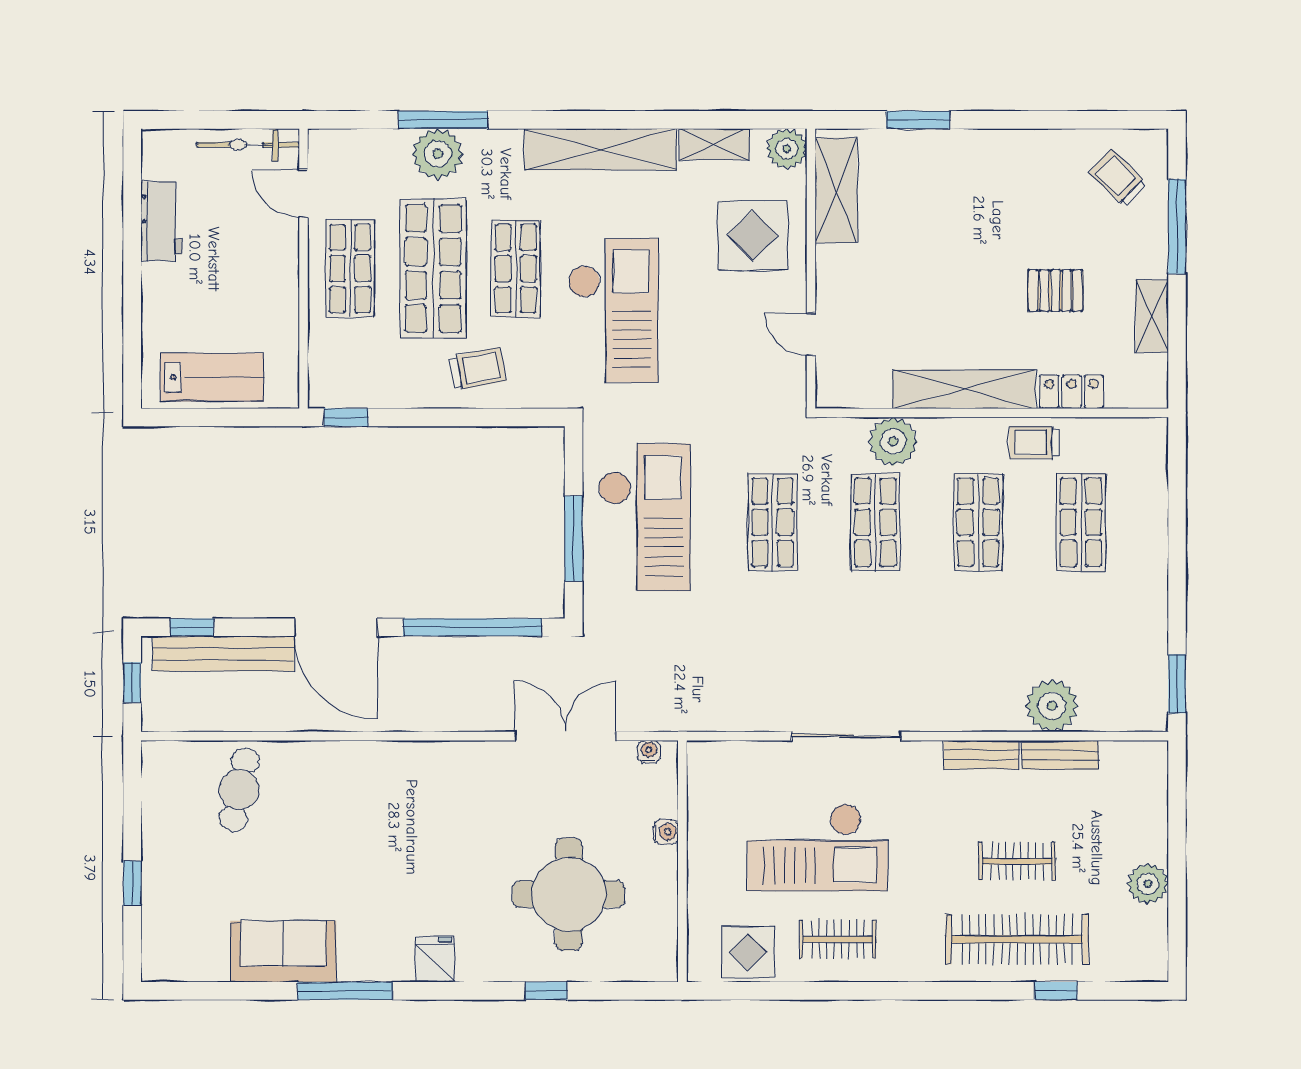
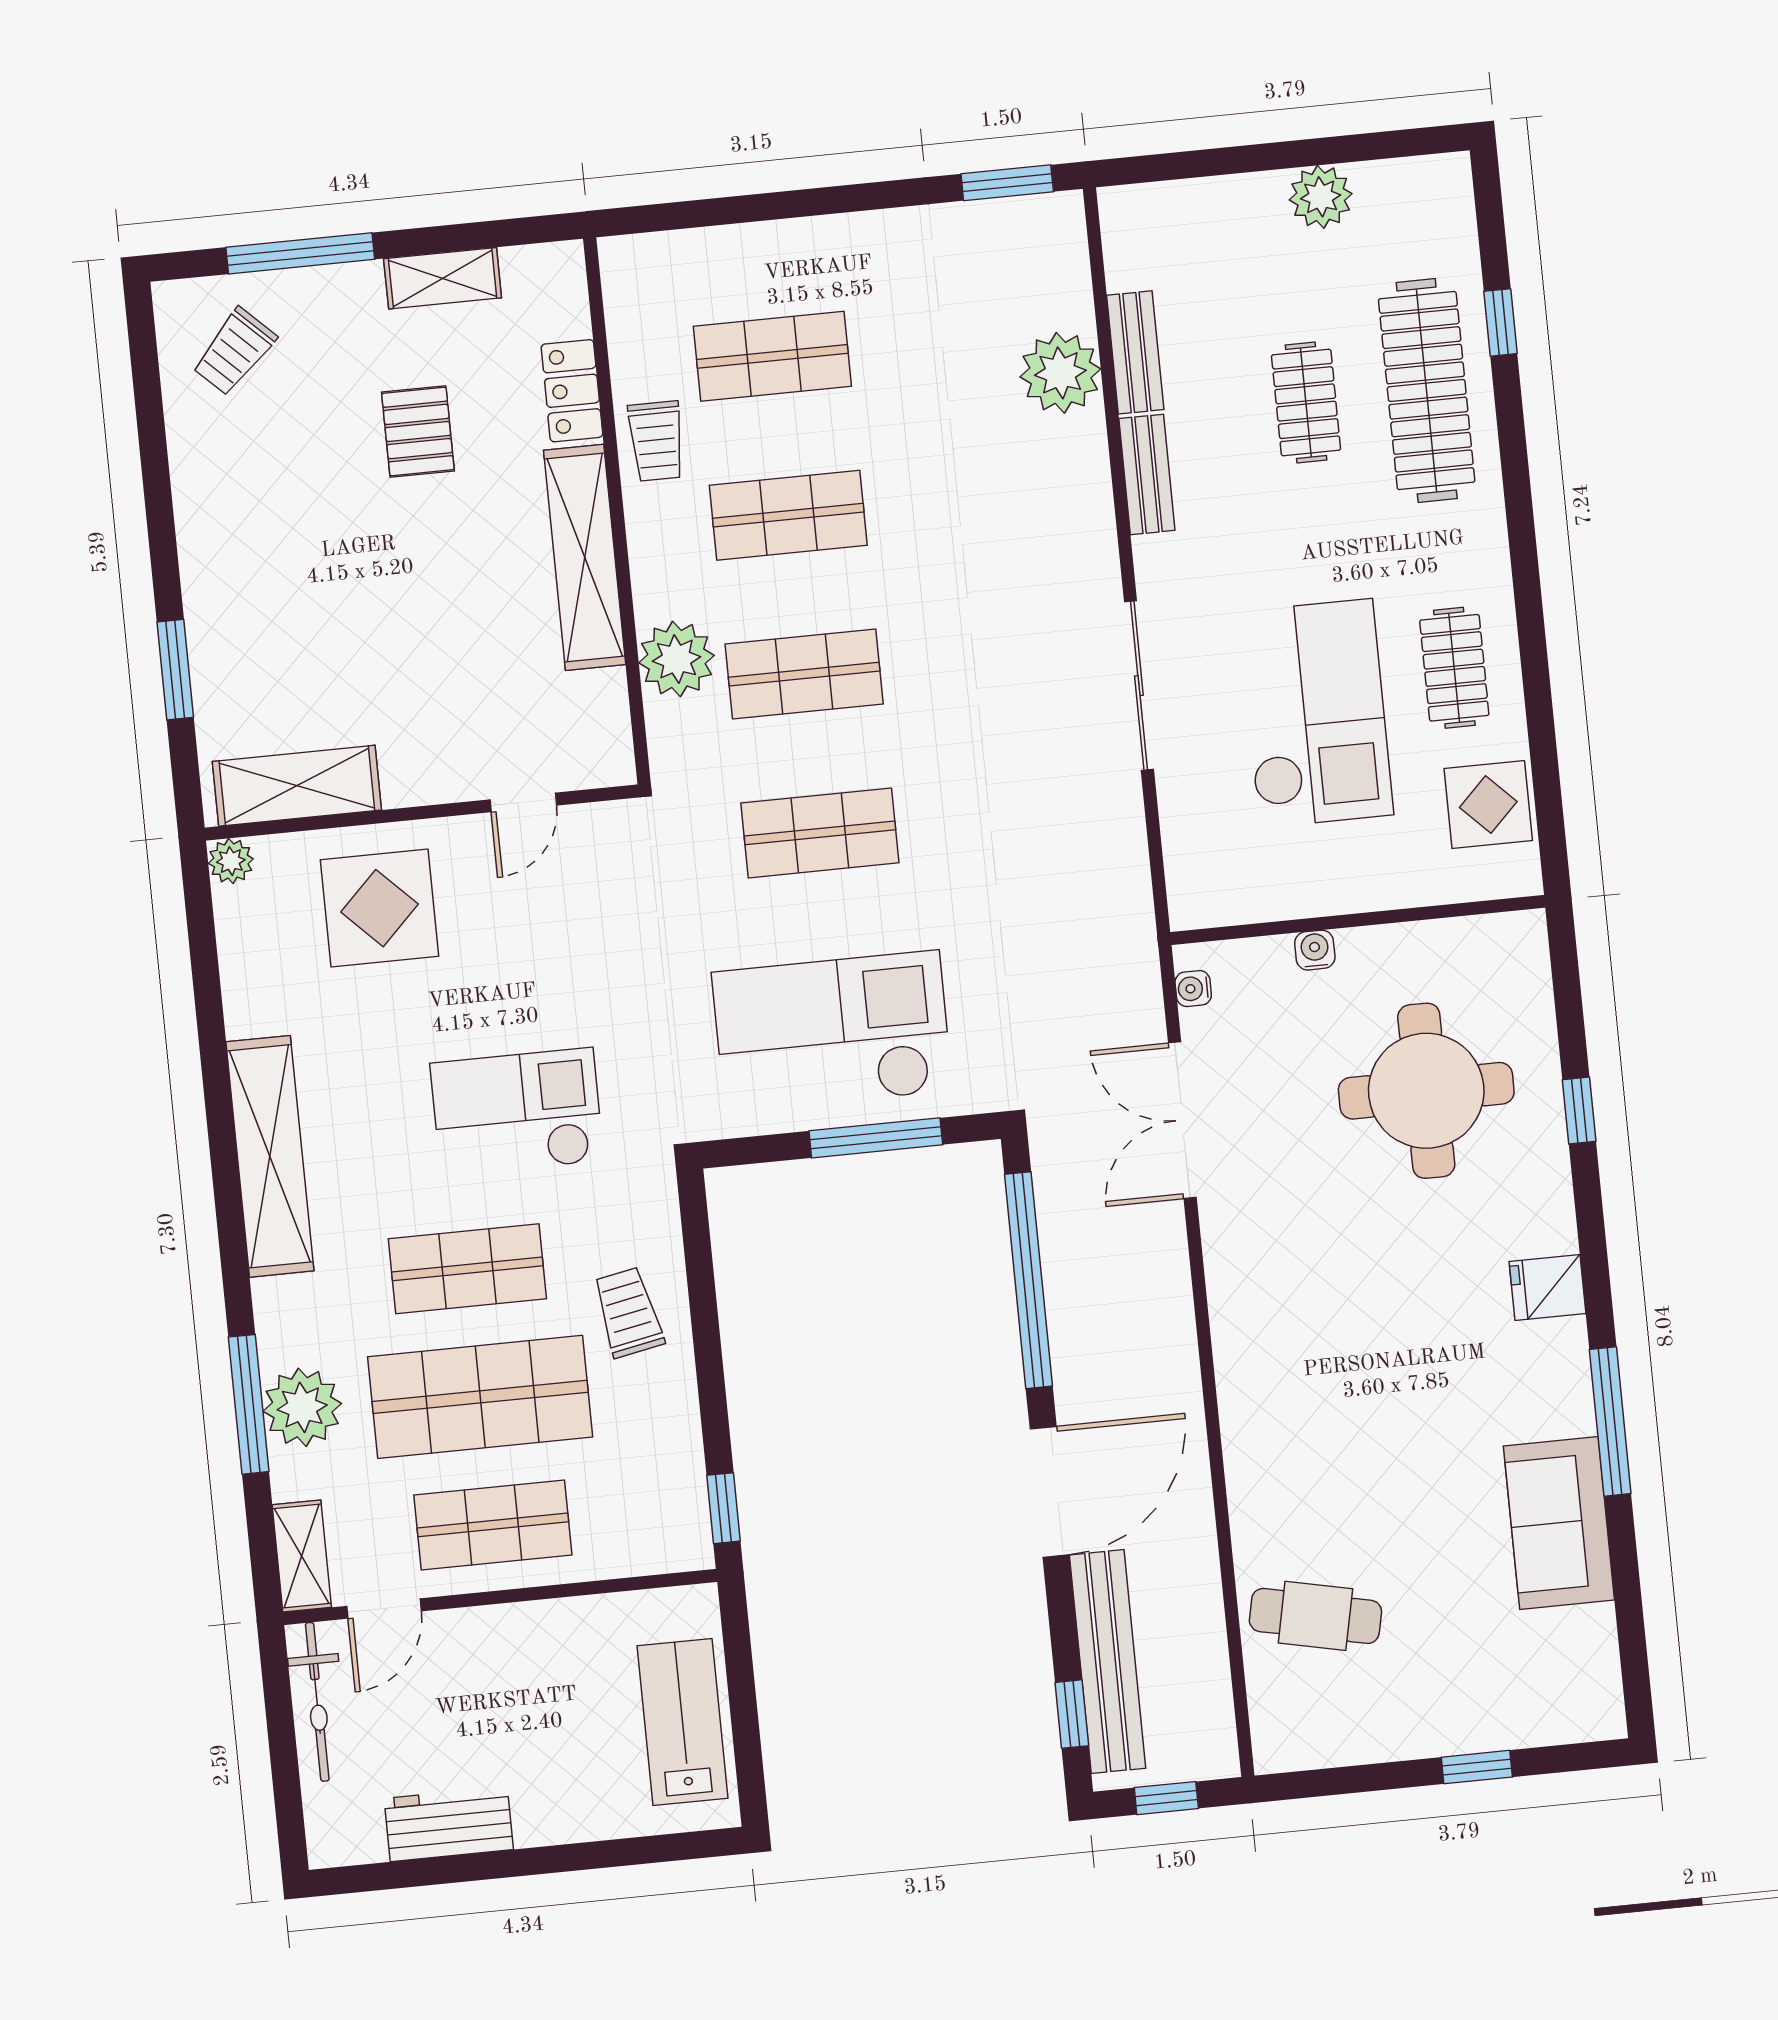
shelving: (714, 144) -> (302, 1556), moved
plant: (787, 149) -> (231, 861), width x0.73, depth x0.73
checkout: (613, 310) -> (517, 1112), width x0.73, depth x0.83

